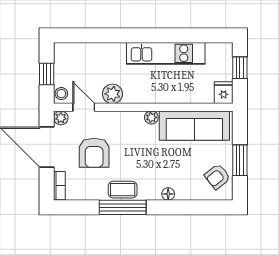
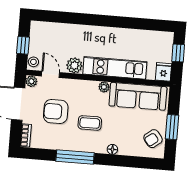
kitchen unit: (166, 53) -> (115, 68), moved, turned 180
armchair: (94, 153) -> (56, 111), turned 90
coffee table: (123, 190) -> (90, 123), moved

